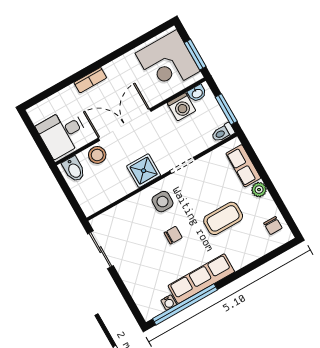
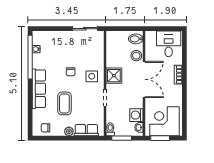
desk: (63, 133) -> (169, 44), moved
row of seats: (201, 279) -> (39, 89), moved

